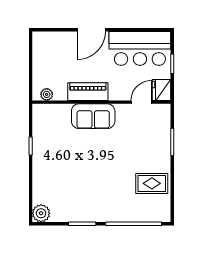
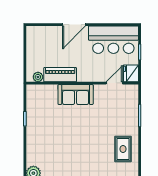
piano: (88, 92) -> (60, 75), moved
rug: (152, 183) -> (123, 149), turned 90

